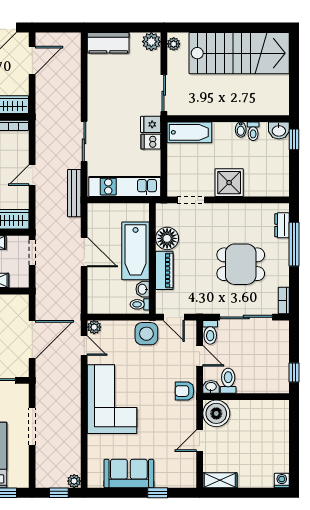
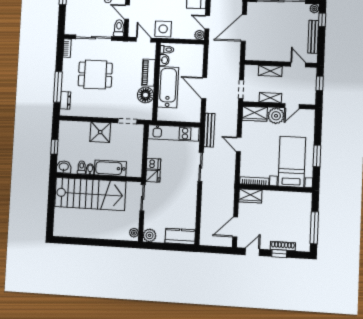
stairs: (239, 53) -> (90, 194), moved, turned 180
bathtub: (189, 132) -> (110, 168), moved
window: (294, 139) -> (54, 147), moved
door: (32, 175) -> (239, 144), swing flipped

